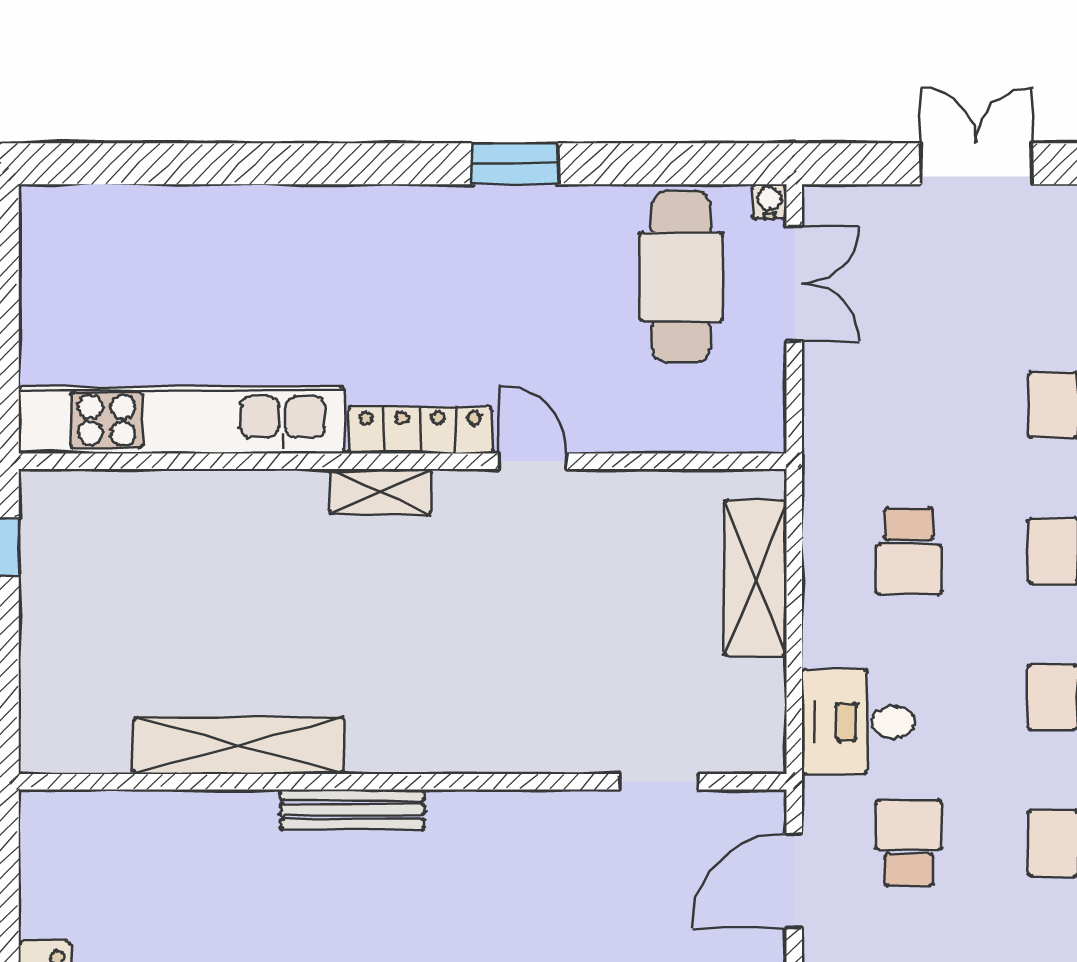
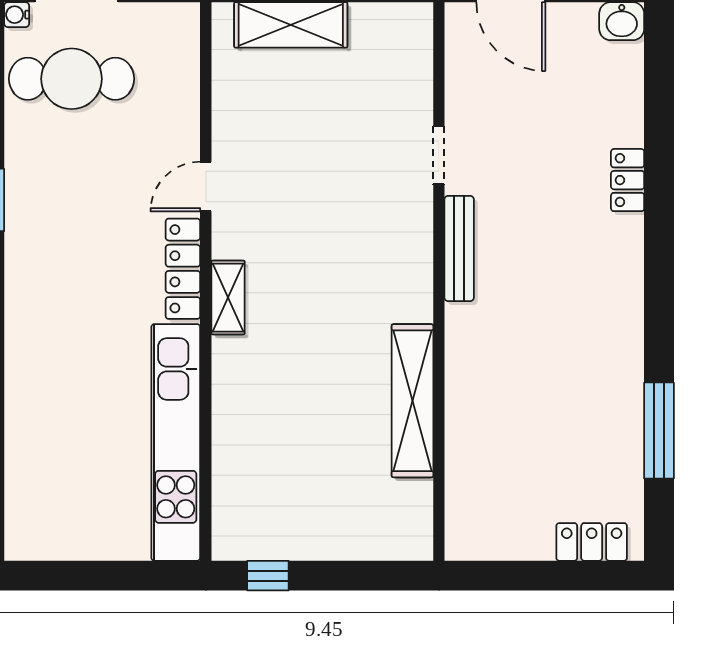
doorway: (659, 782) -> (439, 155), moved
bench: (352, 810) -> (459, 249), moved

